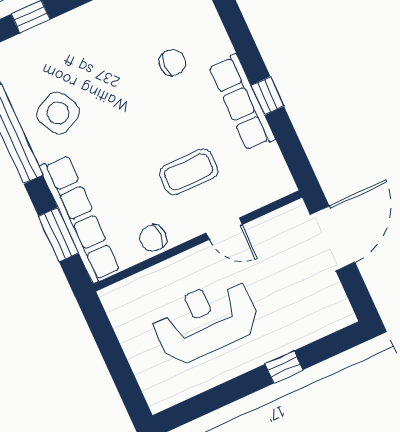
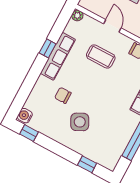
side table: (58, 113) -> (80, 122), moved
plant: (284, 185) -> (77, 15), added

